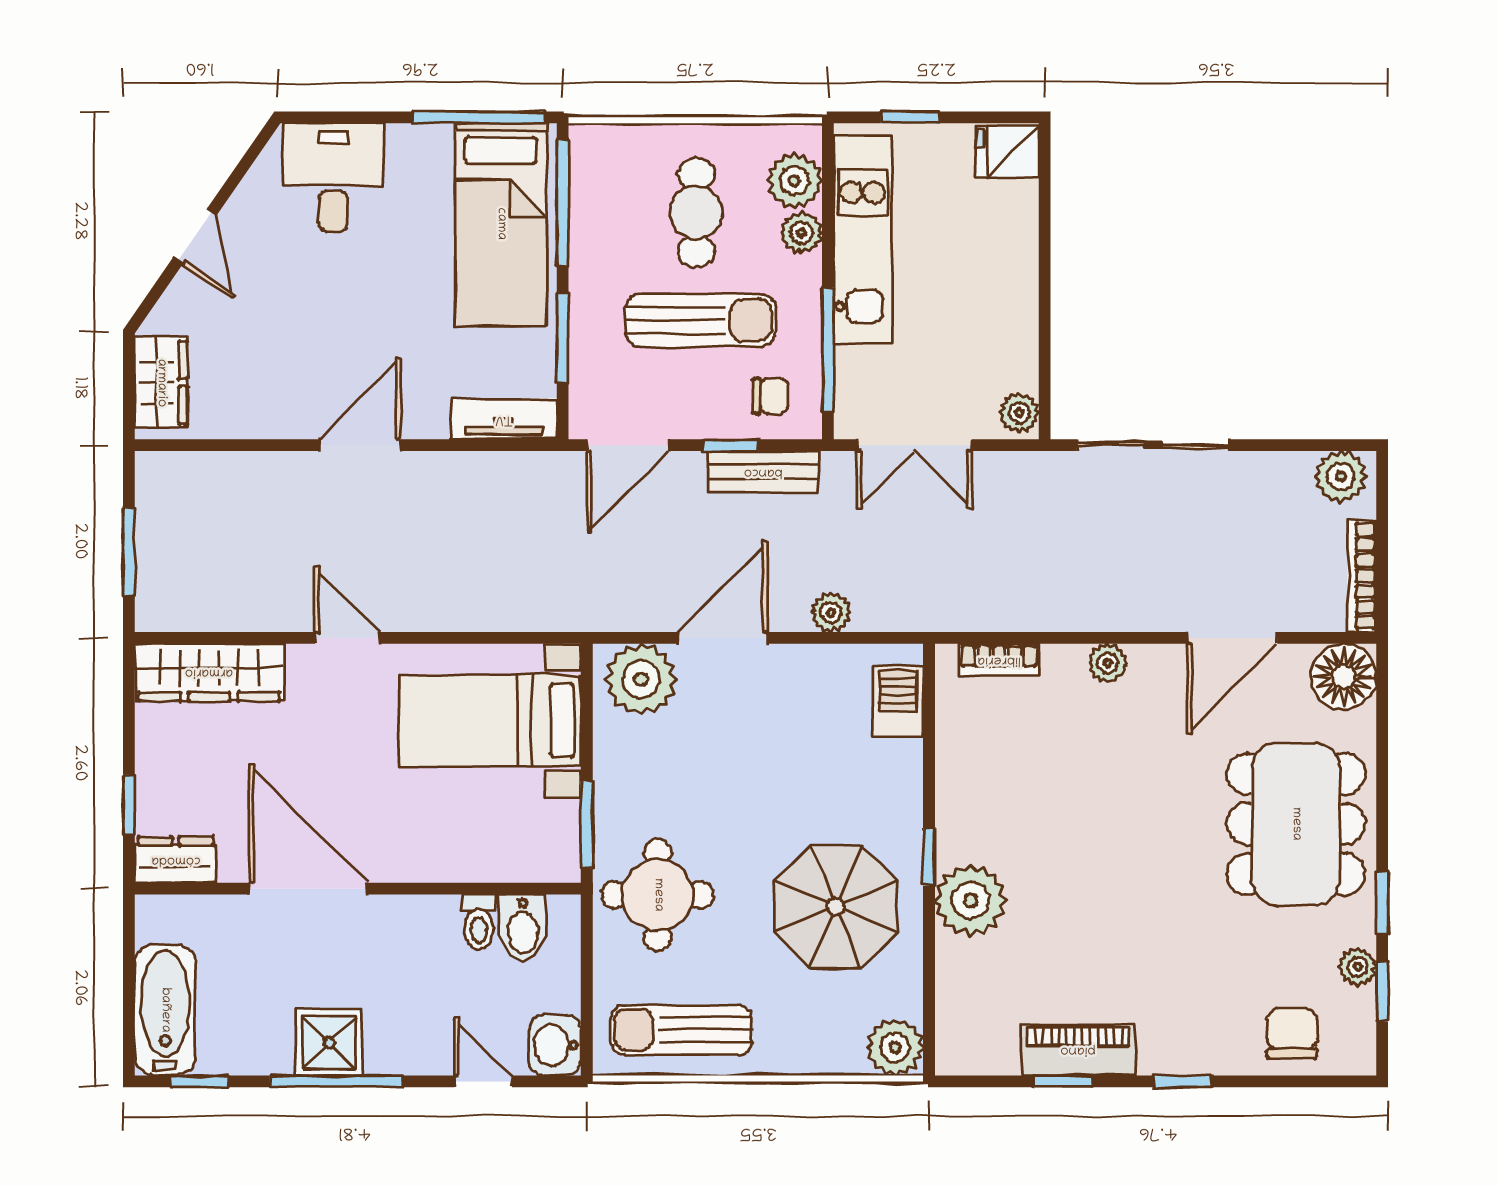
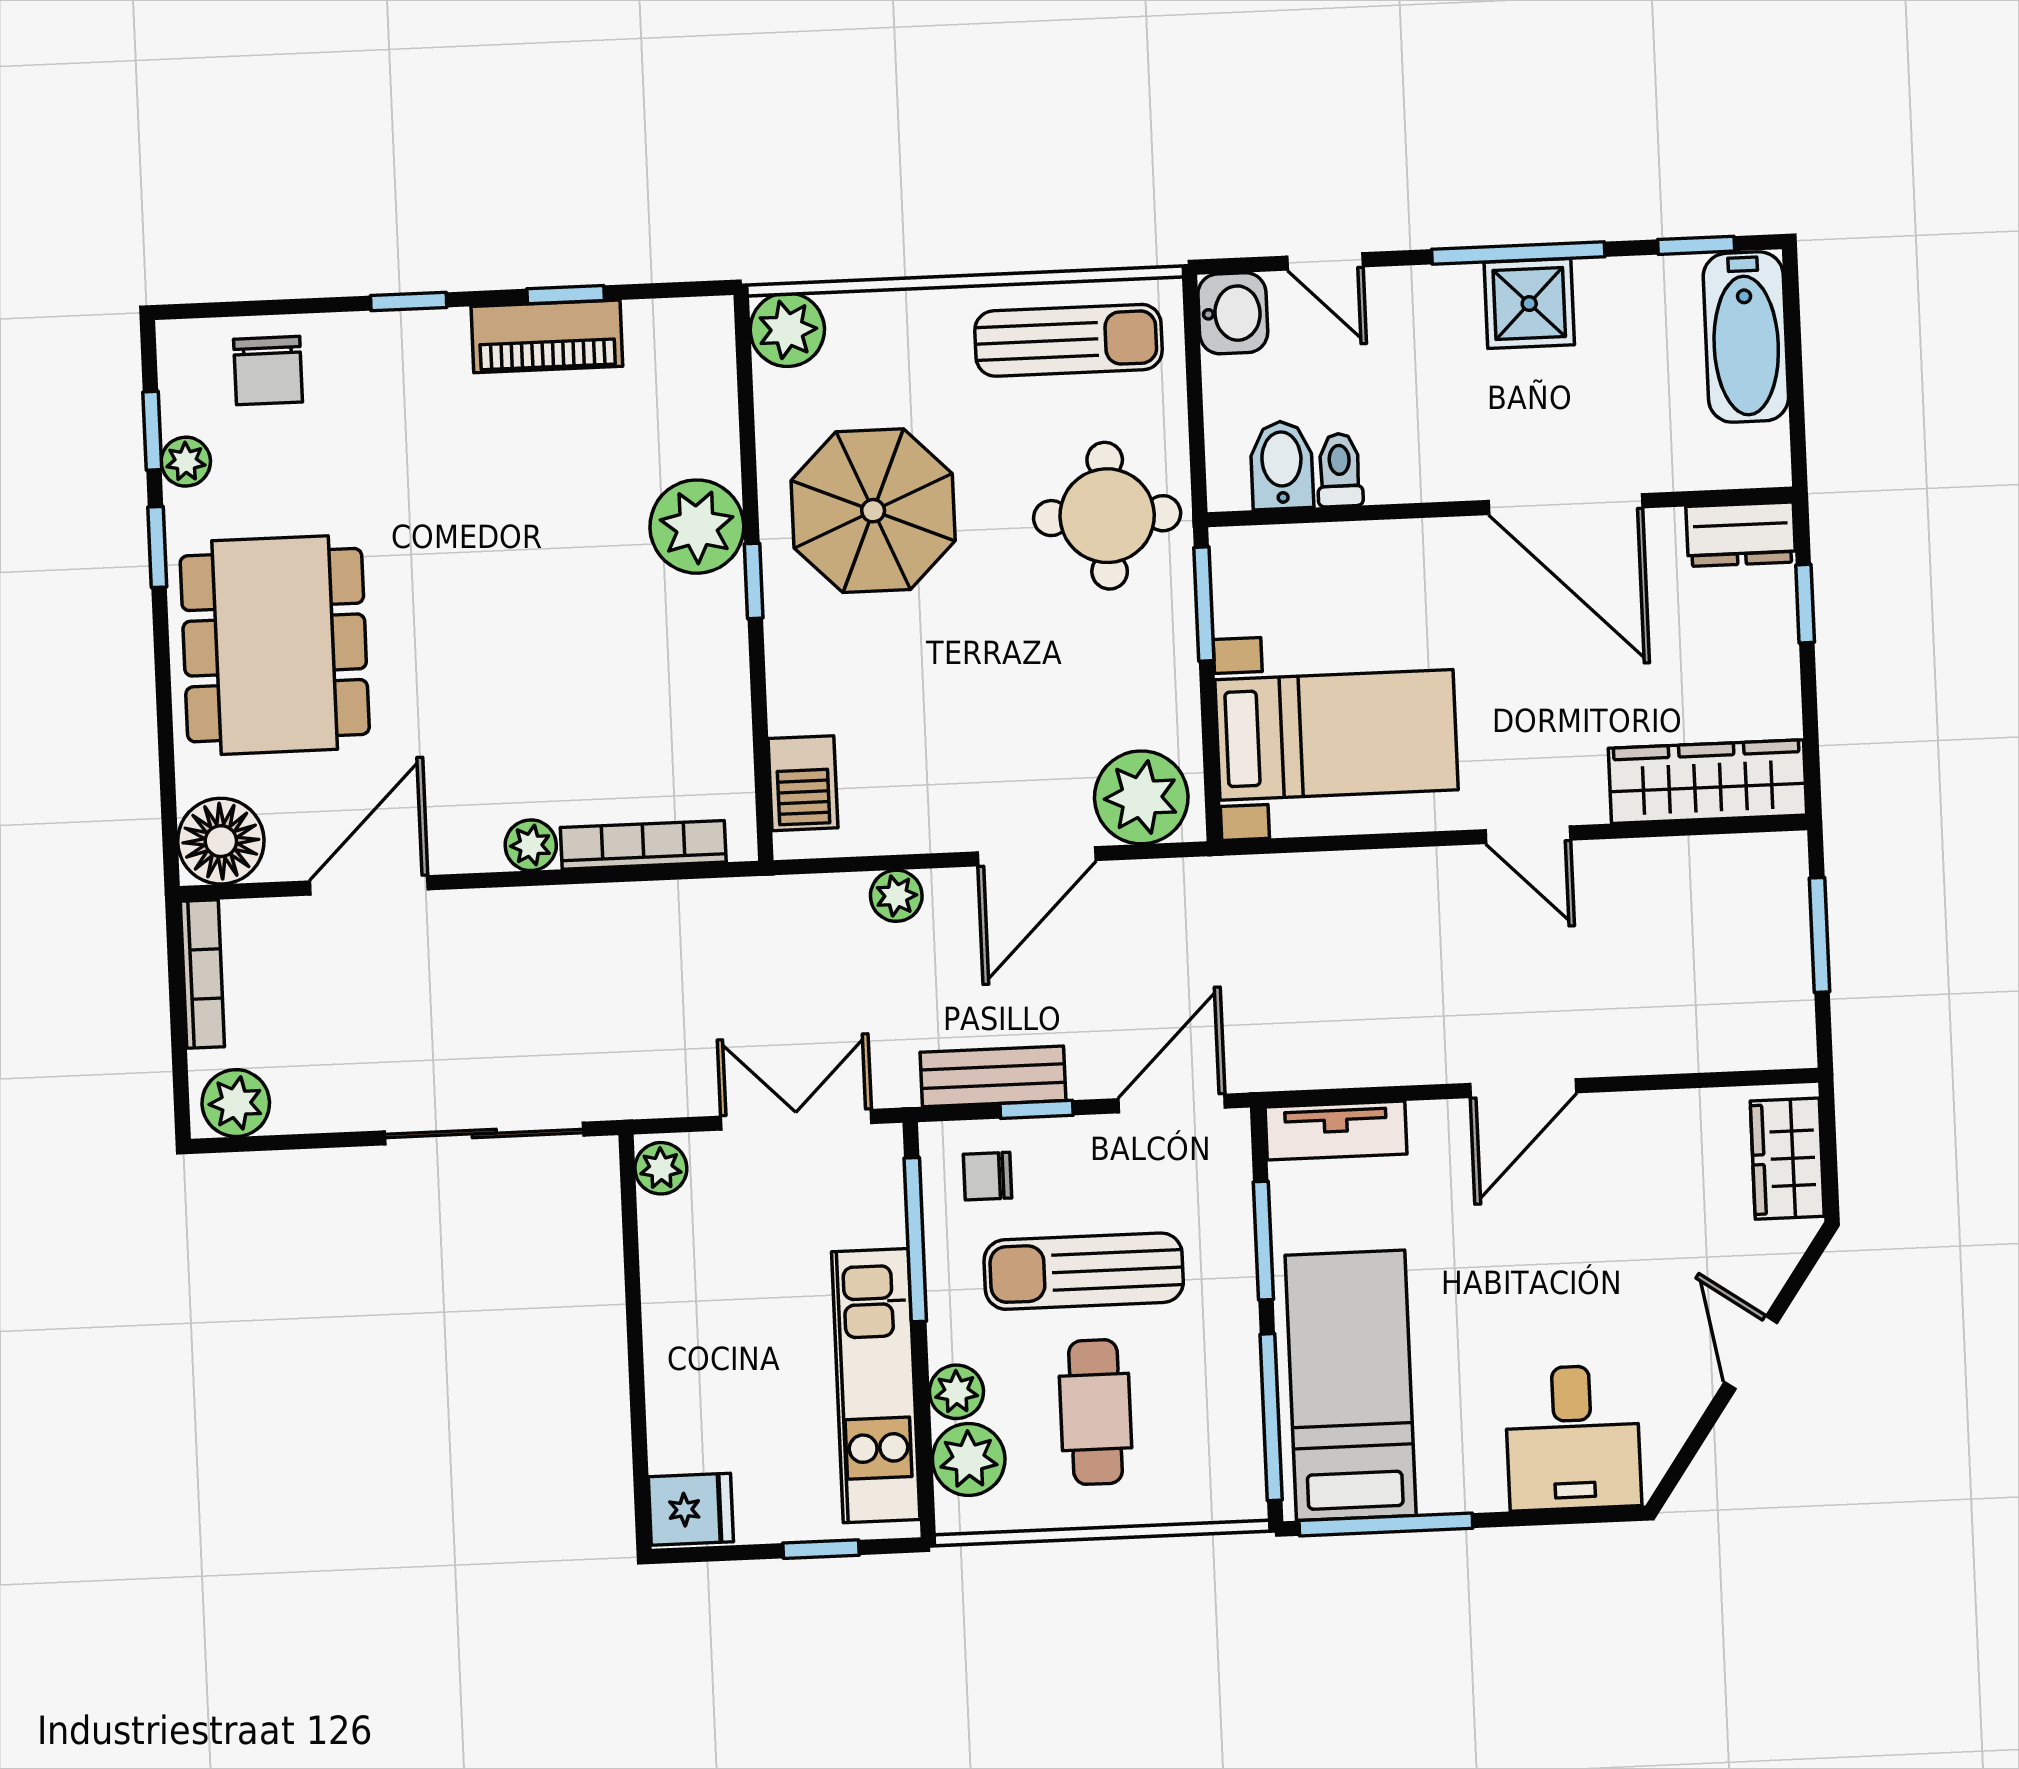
bookcase: (999, 660) -> (643, 845), width x1.56

